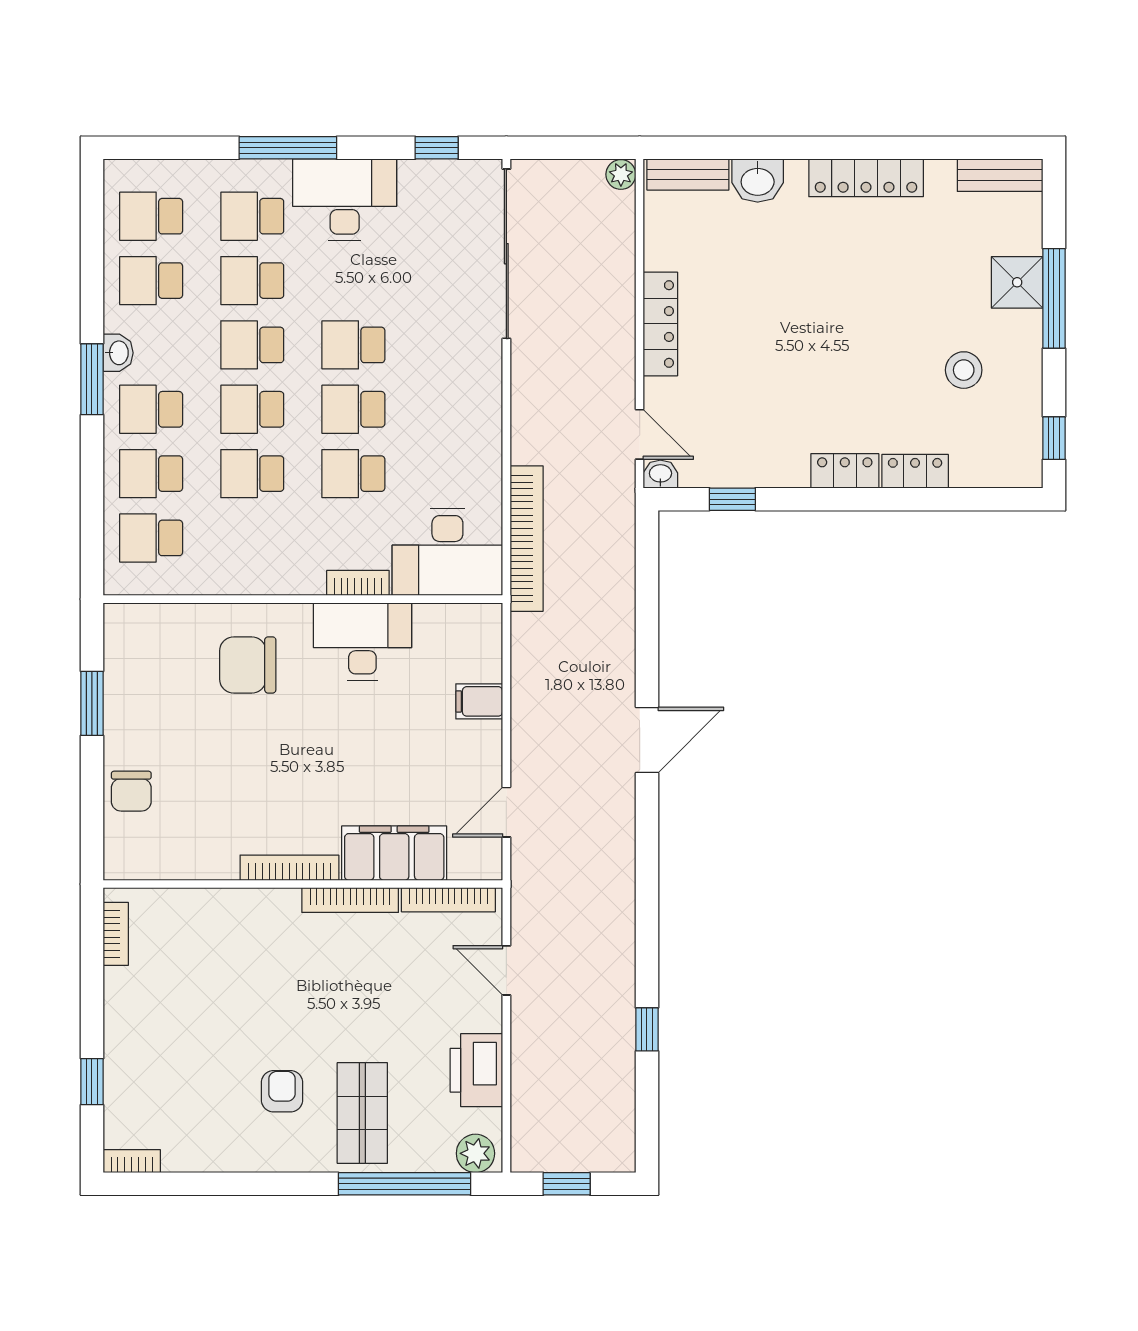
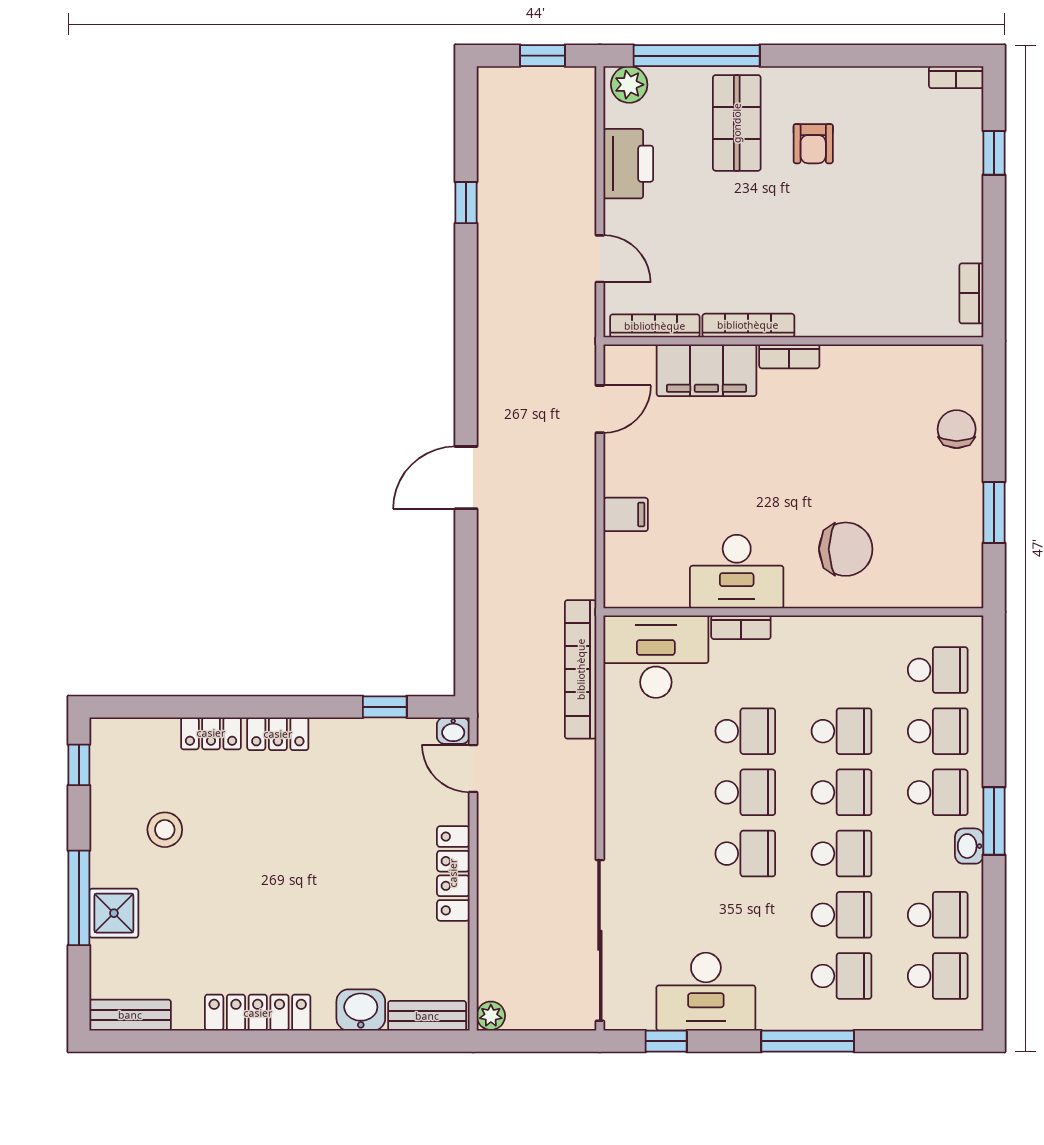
desk: (345, 200) -> (706, 992), moved
bookcase: (289, 868) -> (789, 356), width x0.64

